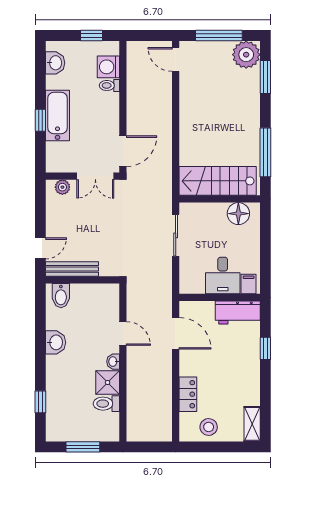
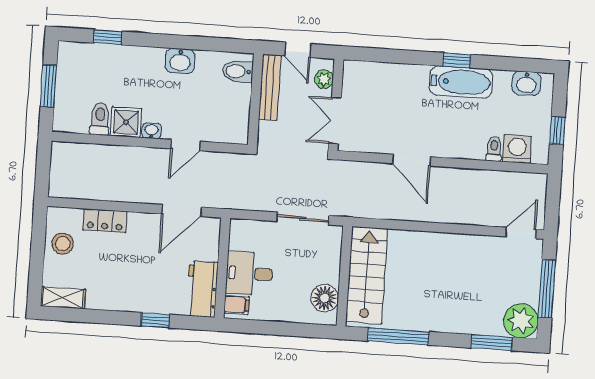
wall: (82, 176) -> (336, 105), moved
double door: (95, 176) -> (335, 121), moved
plant: (62, 187) -> (324, 79), moved

